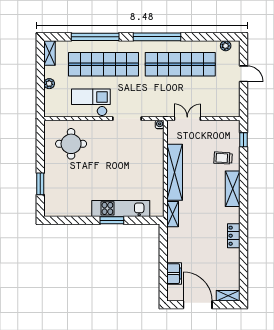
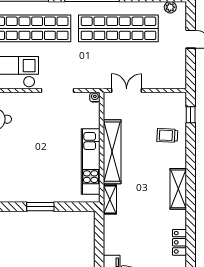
shelving: (233, 189) -> (178, 189), moved
kitchen unit: (121, 208) -> (91, 161), moved, turned -90
locker: (234, 236) -> (179, 242), moved

